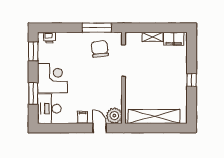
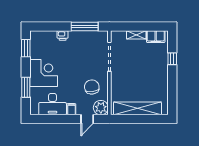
printer: (50, 38) -> (63, 35), moved
chair: (100, 49) -> (92, 87), moved
window: (192, 80) -> (172, 59), moved
desk: (49, 109) -> (53, 104), moved, turned -90
door: (100, 128) -> (87, 119), swing flipped

